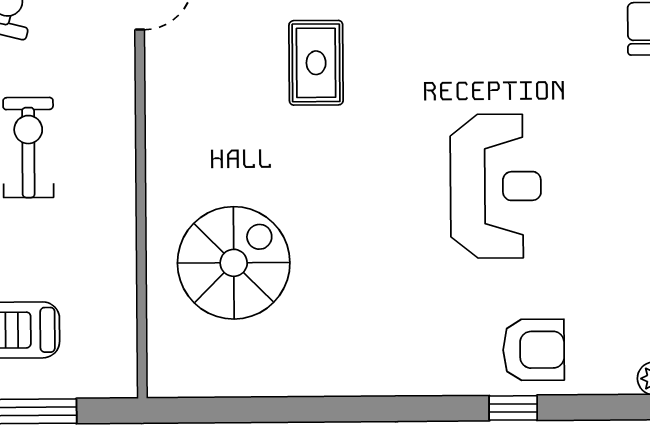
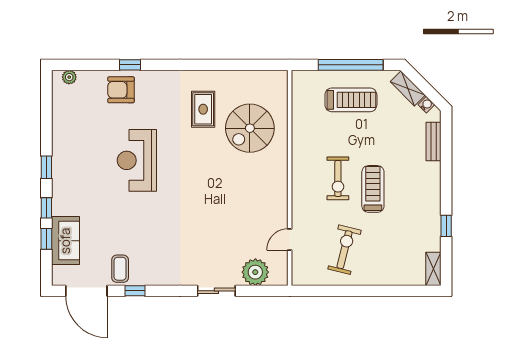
rug: (316, 63) -> (203, 109), moved

